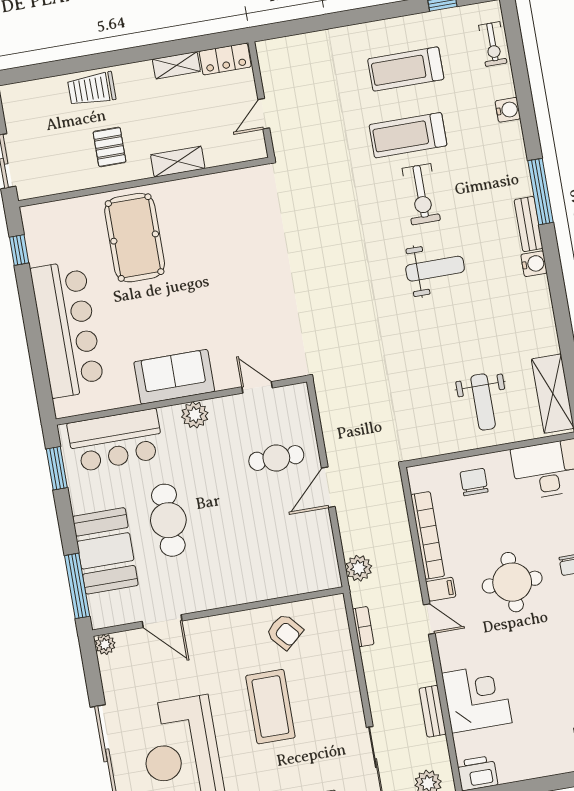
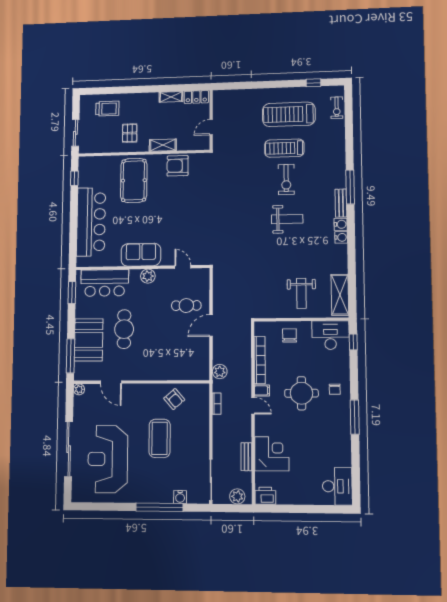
treadmill: (406, 69) -> (289, 114), width x1.37, depth x1.38
trolley: (92, 89) -> (107, 109), moved, turned 180
water cooler: (508, 110) -> (341, 237), moved
armchair: (213, 197) -> (178, 166), added

